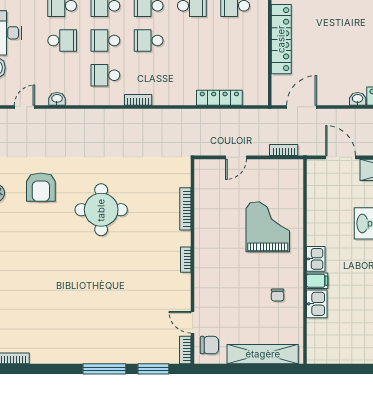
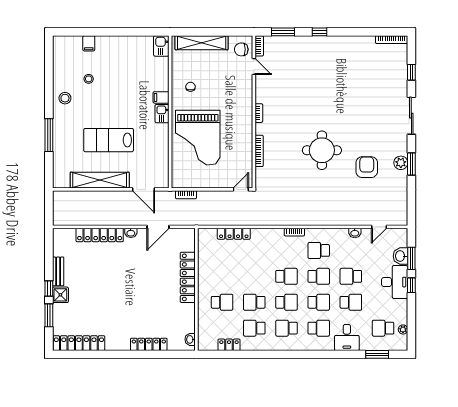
school desk: (105, 75) -> (319, 250), turned 180
door: (302, 107) -> (158, 227), moved
door: (236, 157) -> (241, 189), moved
grand piano: (268, 227) -> (198, 138), width x1.37, depth x1.48
kitchen sink: (317, 304) -> (161, 46), moved
window: (104, 369) -> (319, 32), width x0.46

